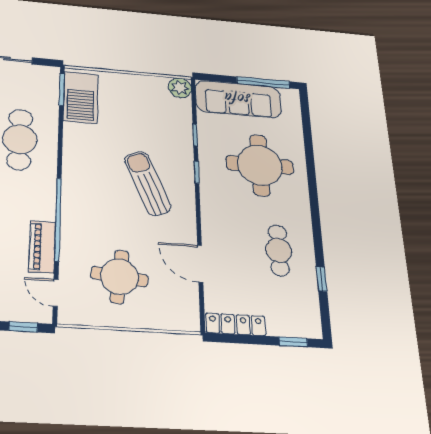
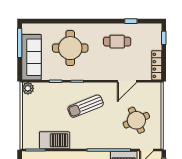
barbecue: (81, 97) -> (55, 140), moved
round table: (119, 277) -> (136, 120), turned -30

